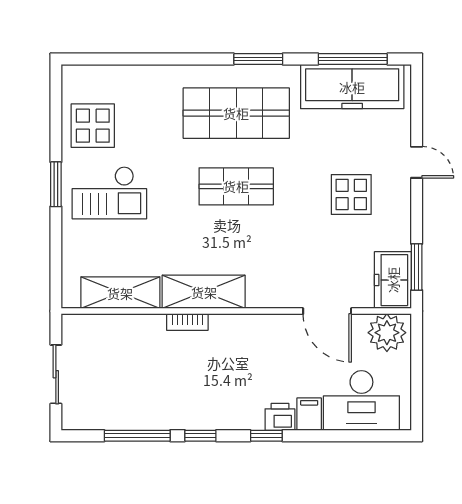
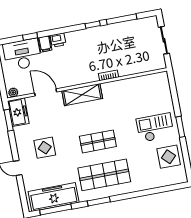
shelving: (204, 292) -> (82, 95), moved
shelving: (120, 293) -> (142, 83), removed
plant: (387, 333) -> (13, 92), width x0.53, depth x0.53
window: (266, 436) -> (30, 36), moved

